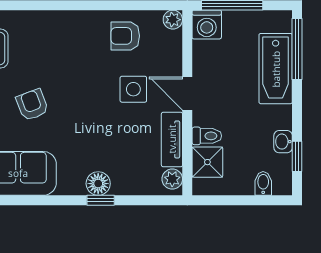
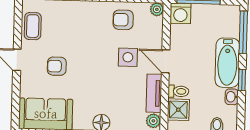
bathtub: (276, 69) -> (227, 63), moved
armchair: (32, 105) -> (57, 66), turned -69
window: (297, 156) -> (242, 80), moved

